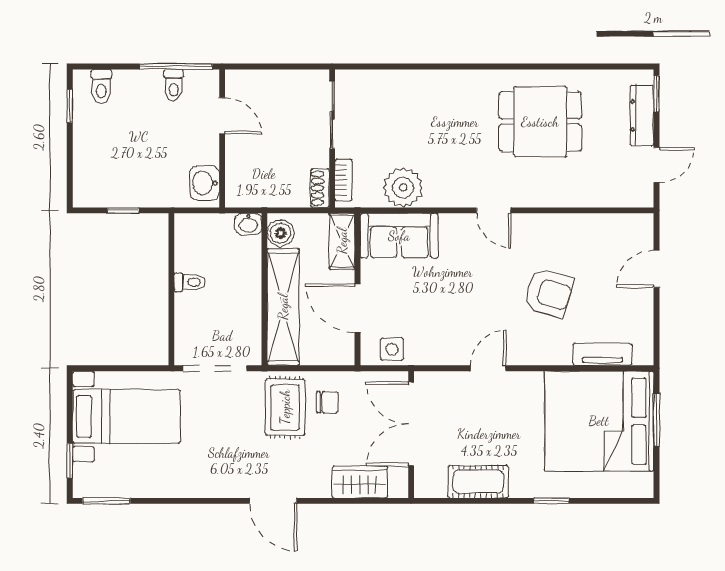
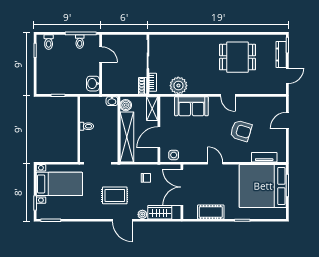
door: (494, 210) -> (228, 95), moved
sofa: (399, 236) -> (191, 106), moved
door: (357, 308) -> (159, 137), hinge flipped
door: (488, 368) -> (215, 163), hinge flipped
rug: (285, 407) -> (115, 195), moved, turned 90
plant: (319, 487) -> (142, 214), added

